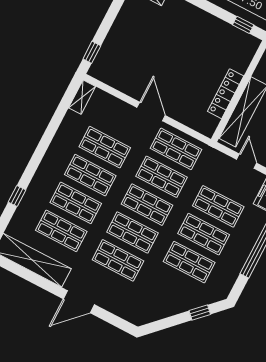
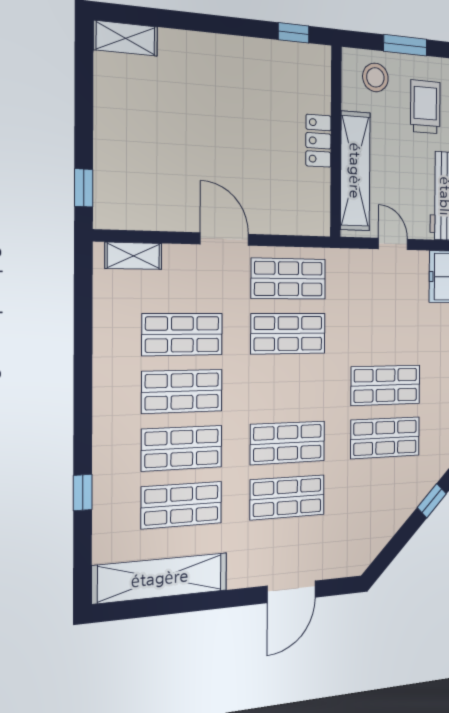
locker: (226, 94) -> (318, 141), width x0.66
shelving: (82, 97) -> (133, 256), moved, turned 90
shop shelf: (147, 205) -> (288, 388), removed
shop shelf: (218, 206) -> (386, 333), removed
door: (79, 302) -> (291, 592), moved

